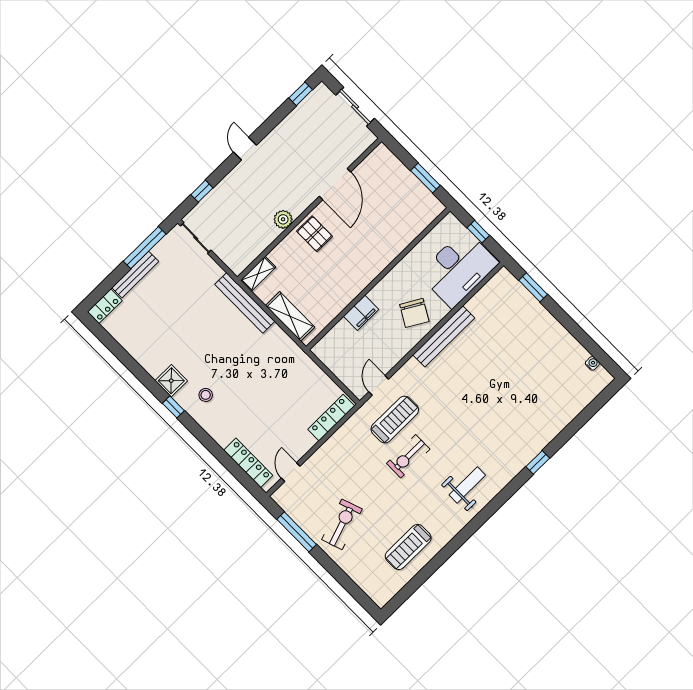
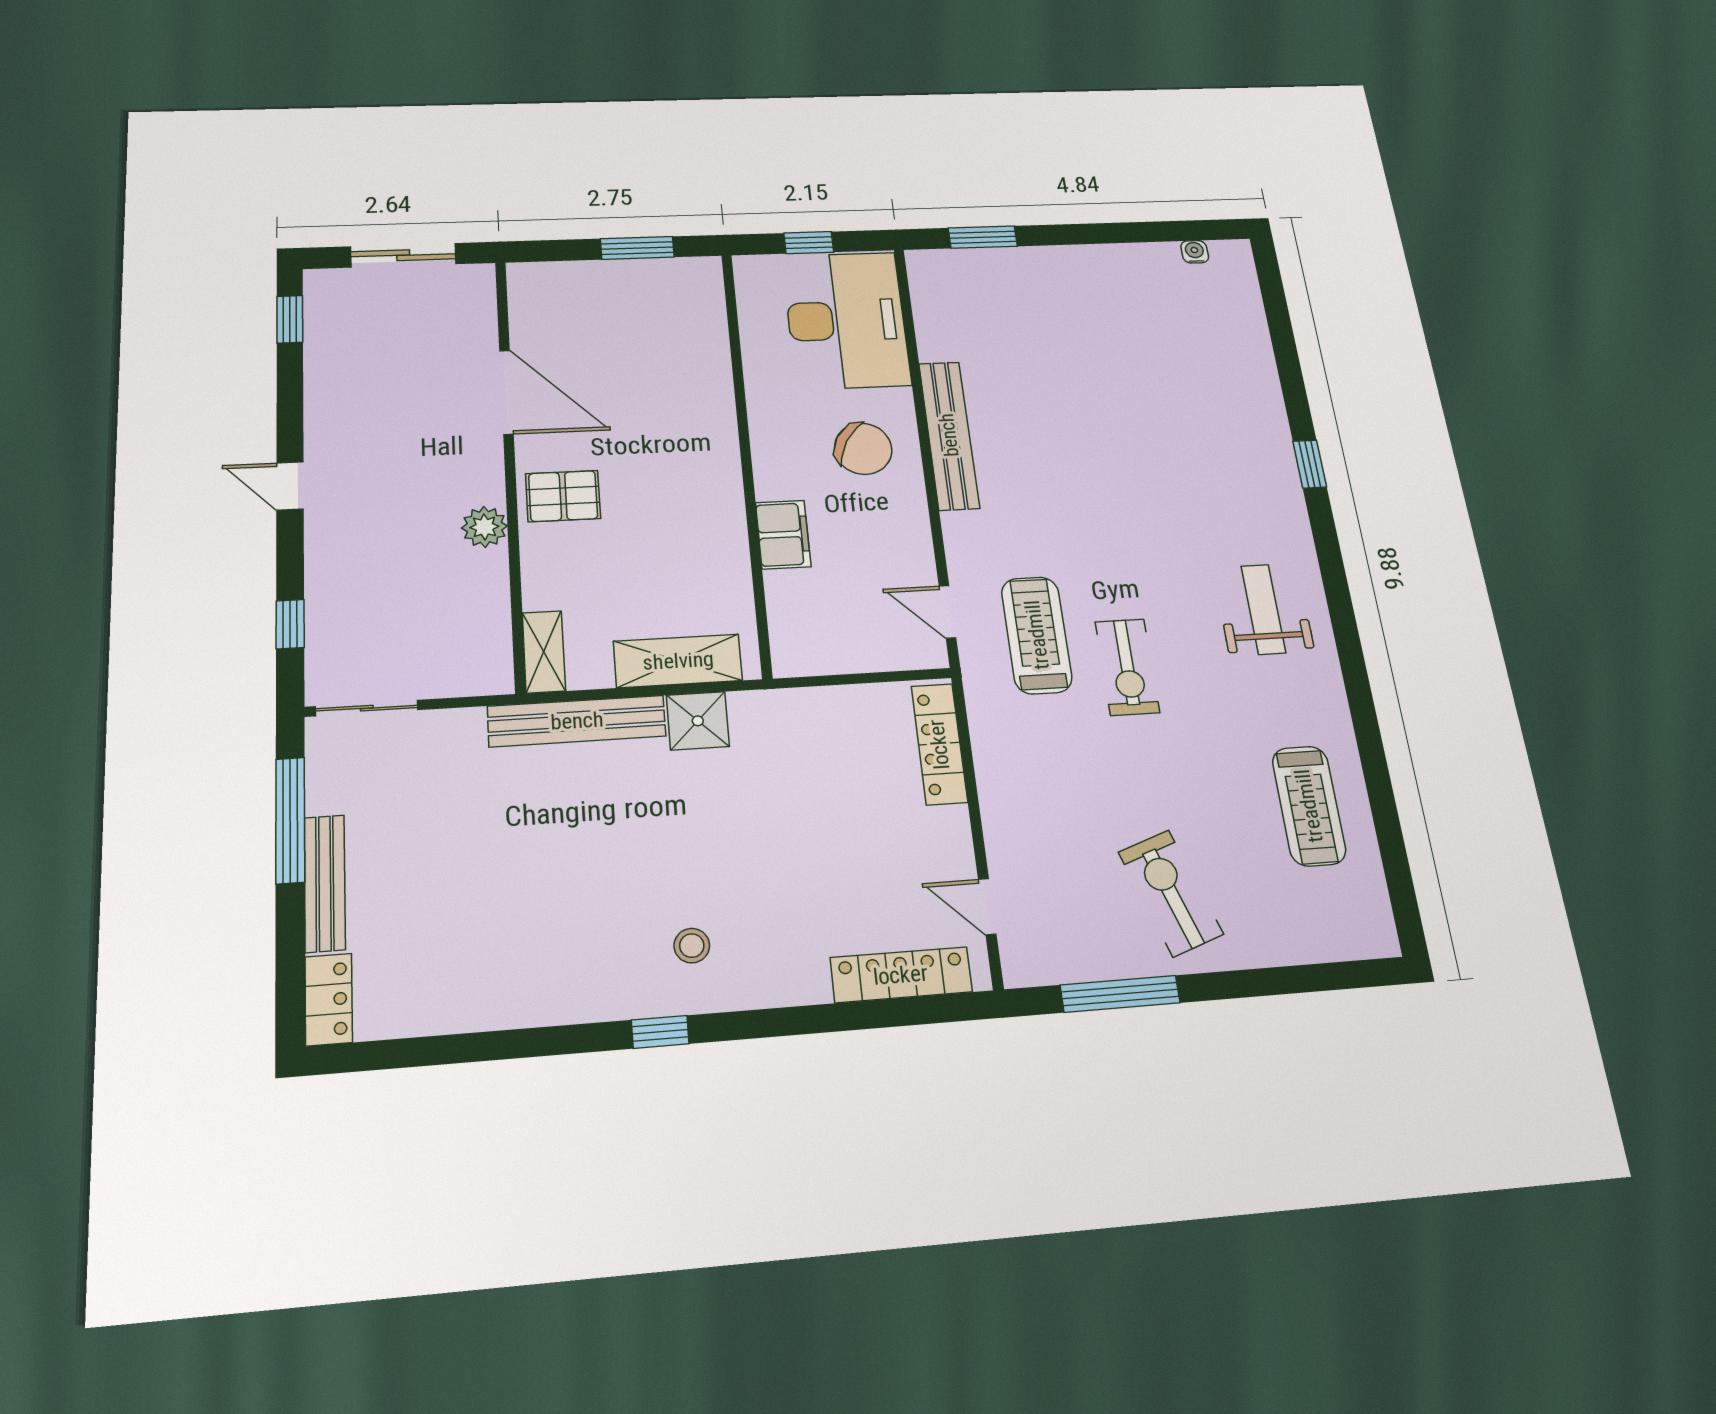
shower: (171, 381) -> (698, 721), moved

